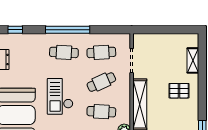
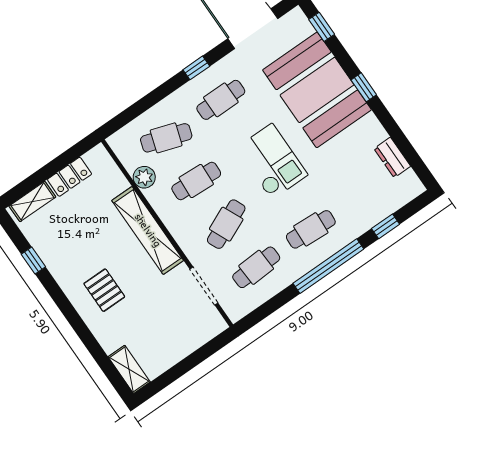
window: (15, 30) -> (386, 226), moved
shelving: (193, 60) -> (129, 369), moved
pallet: (179, 91) -> (104, 290), turned 90

